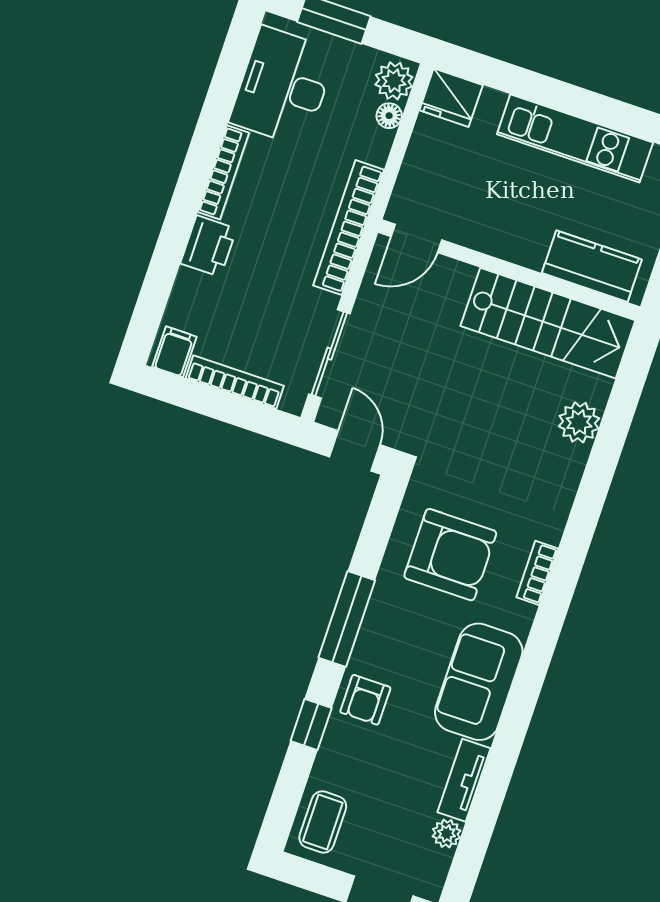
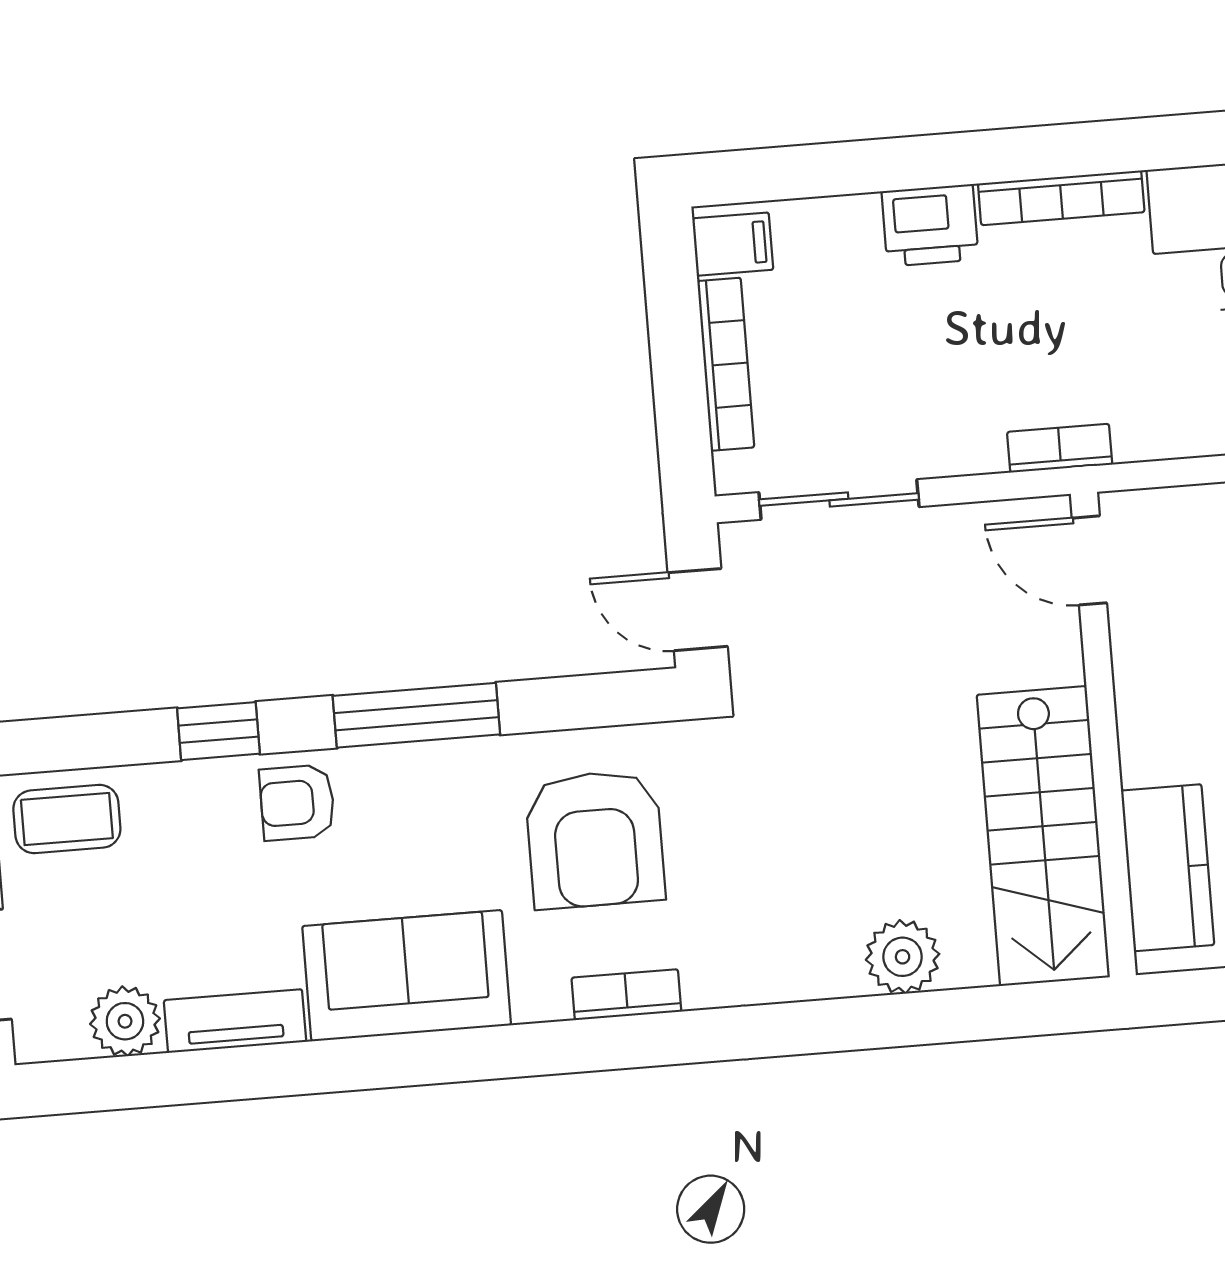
bookcase: (349, 228) -> (1060, 448), width x0.43, depth x0.76
door: (355, 451) -> (698, 610), swing flipped
plant: (447, 834) -> (125, 1021), width x1.38, depth x1.38

